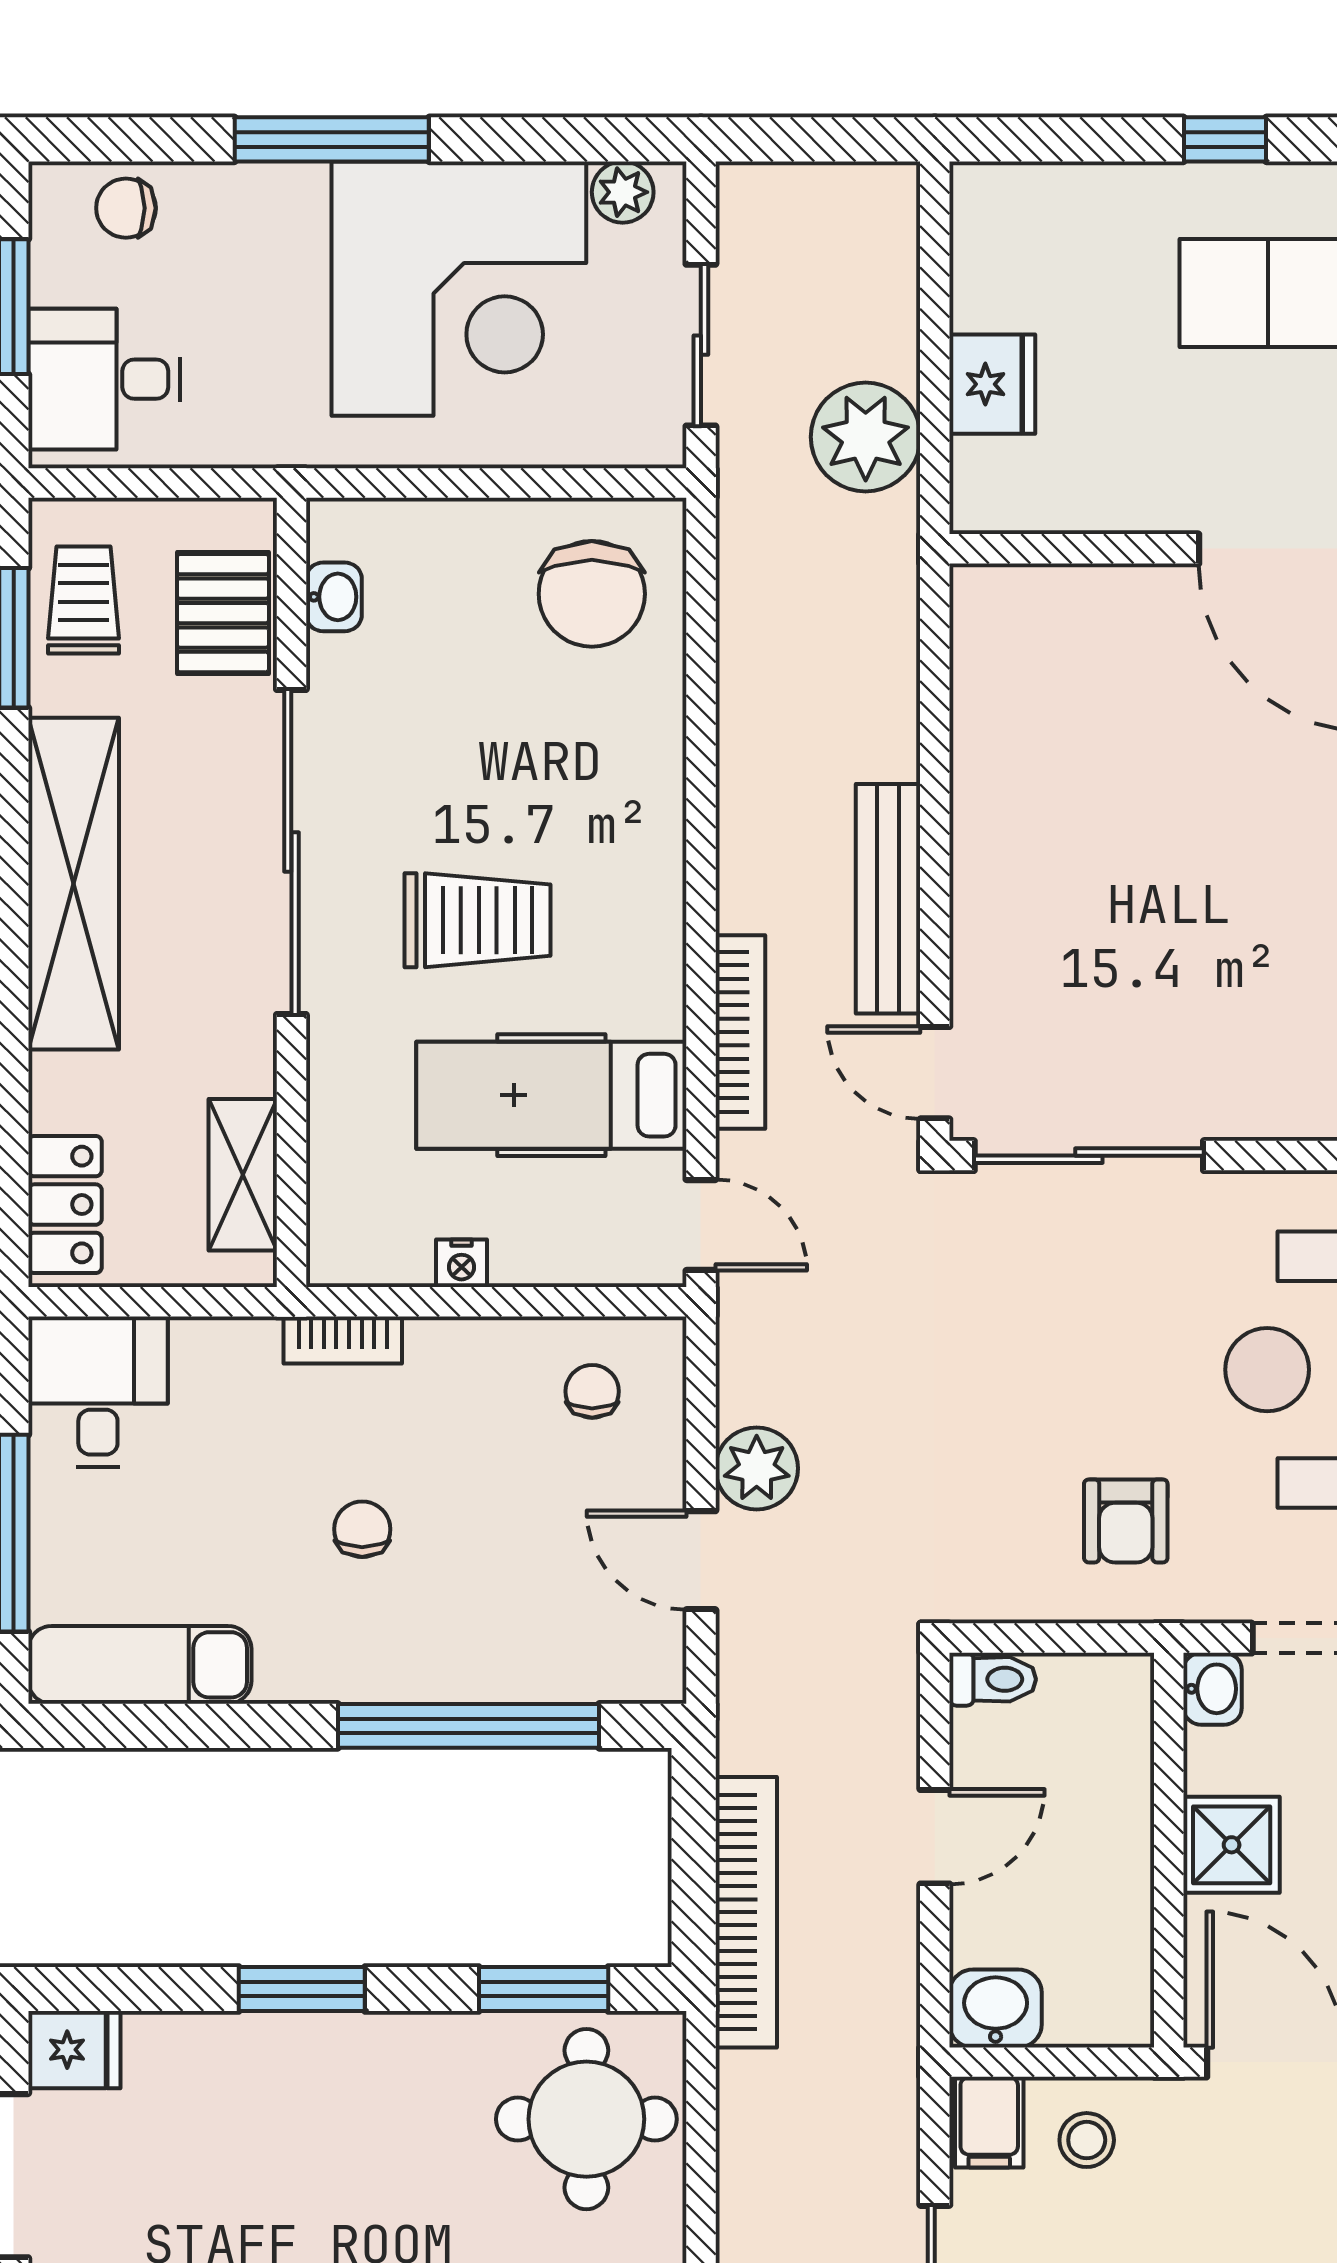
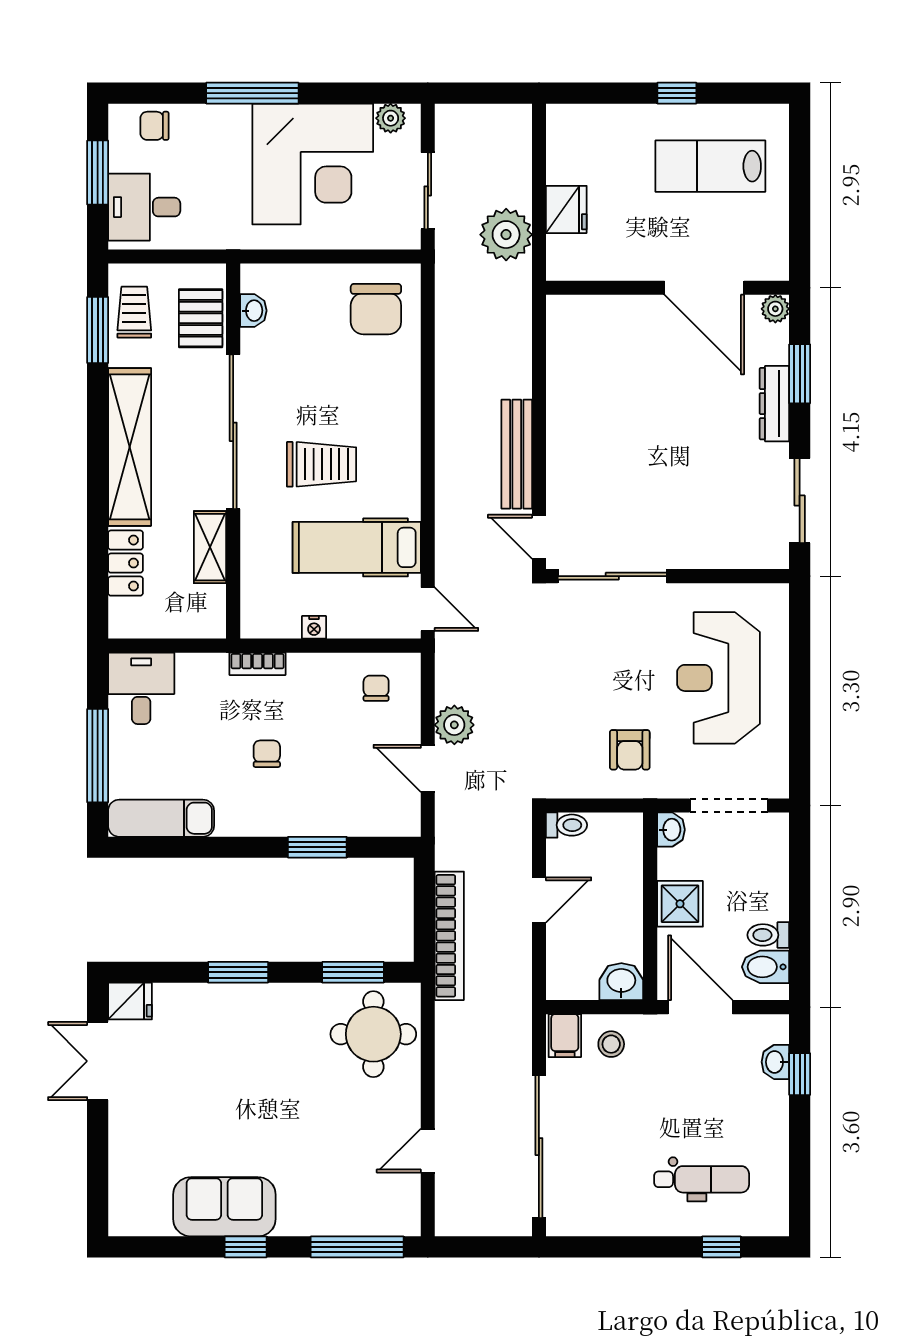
bookcase: (740, 1032) -> (447, 517), removed
shelving: (243, 1175) -> (210, 547), moved
locker: (65, 1205) -> (125, 563), moved
window: (468, 1726) -> (317, 847), width x0.47
washbasin: (996, 2008) -> (621, 982), moved

